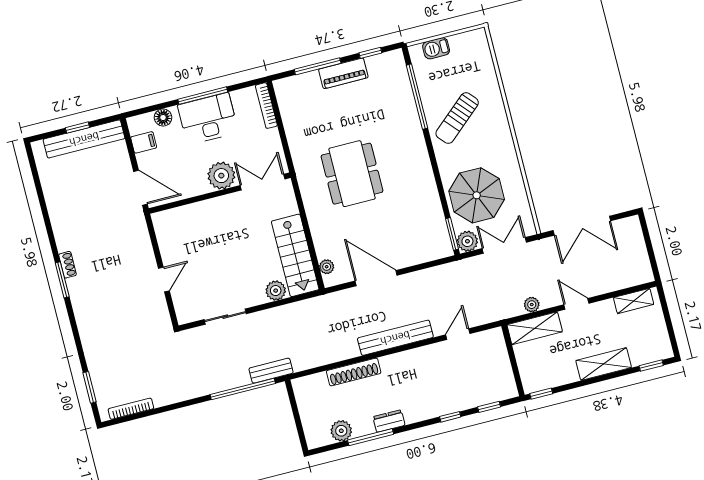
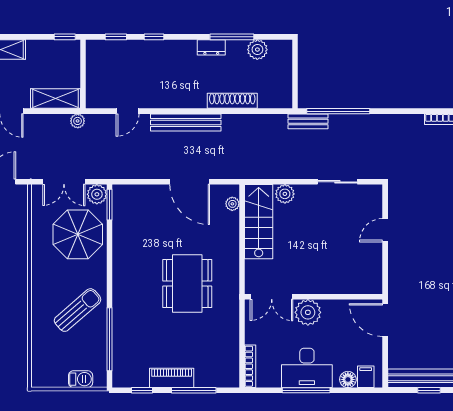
filing cabinet: (144, 142) -> (366, 377), moved, turned 90
plant: (532, 305) -> (78, 121), moved

